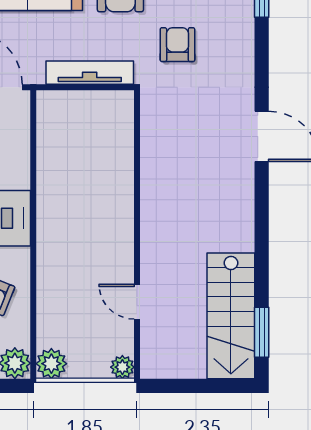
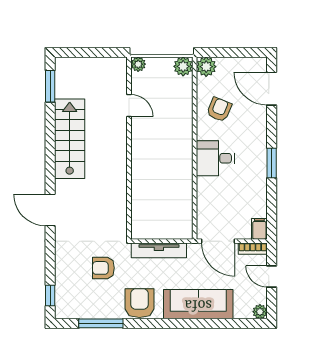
armchair: (177, 45) -> (103, 268), turned 90
stairs: (231, 316) -> (70, 139), moved

